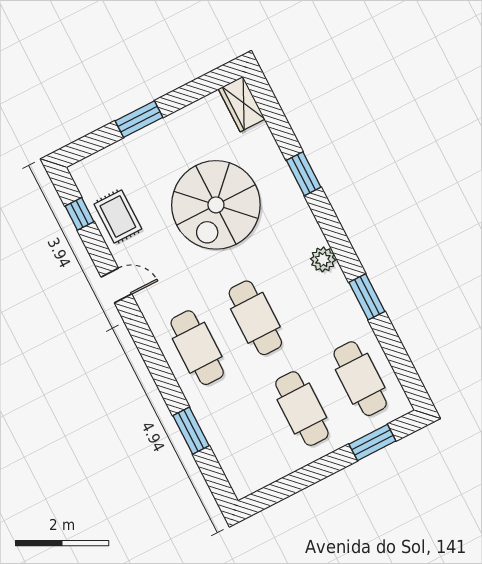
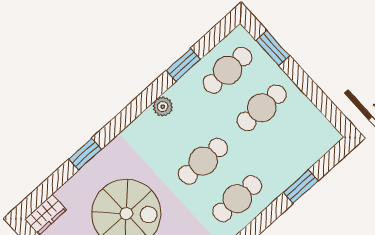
plant: (323, 259) -> (163, 107), moved
window: (367, 297) -> (183, 65), moved

